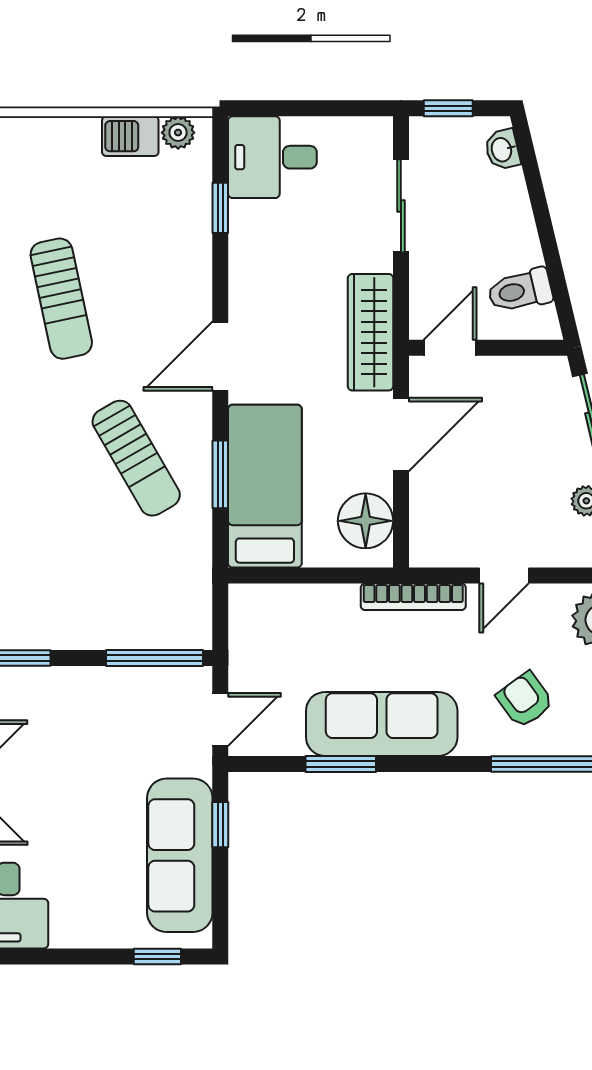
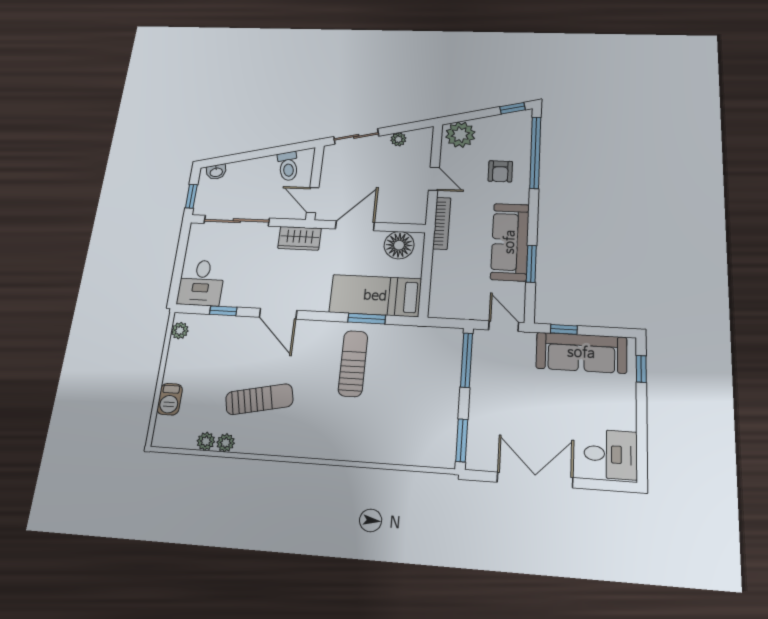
barbecue: (130, 136) -> (170, 399), moved
sliding door: (401, 206) -> (237, 221), width x1.37
wardrobe: (370, 332) -> (300, 238), width x0.67
door: (220, 356) -> (278, 314), moved
door: (401, 434) -> (355, 226), hinge flipped
sun lounger: (136, 458) -> (353, 363), turned -60
armchair: (525, 700) -> (500, 171), turned -54

